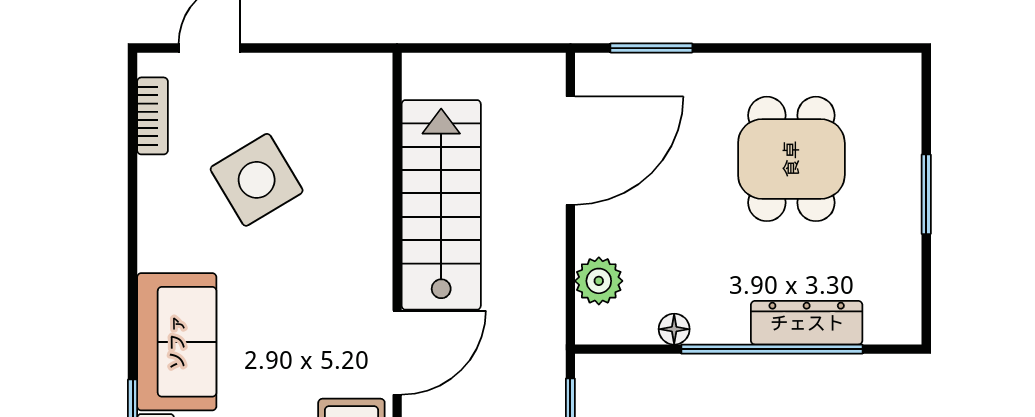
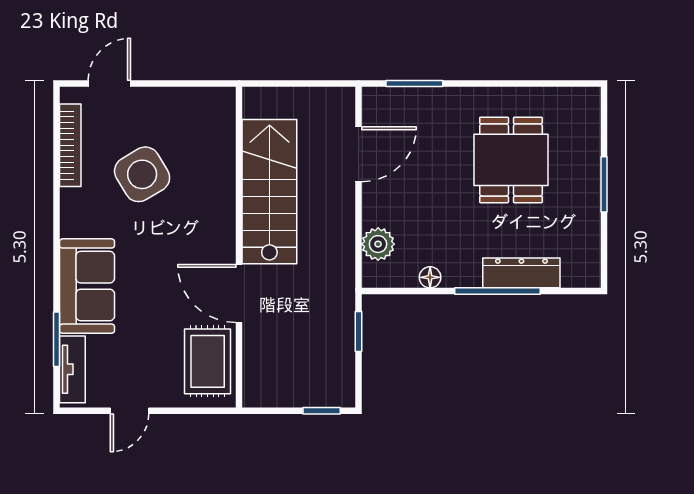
bookcase: (152, 116) -> (70, 145), width x1.56
door: (570, 151) -> (359, 154), width x0.73
window: (772, 349) -> (498, 291), width x0.68
door: (397, 353) -> (239, 294), swing flipped

